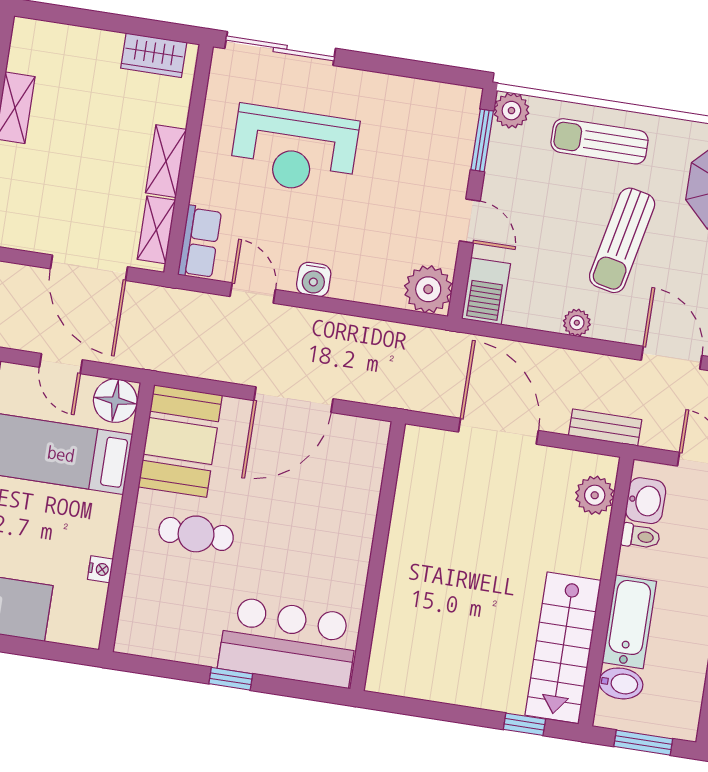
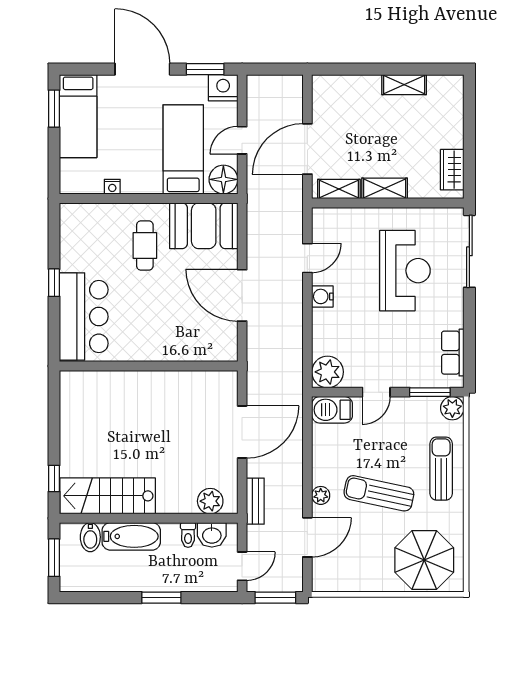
reception desk: (294, 150) -> (405, 271), turned 180
row of seats: (200, 242) -> (453, 353), moved, turned 90
plant: (577, 323) -> (321, 495), moved

